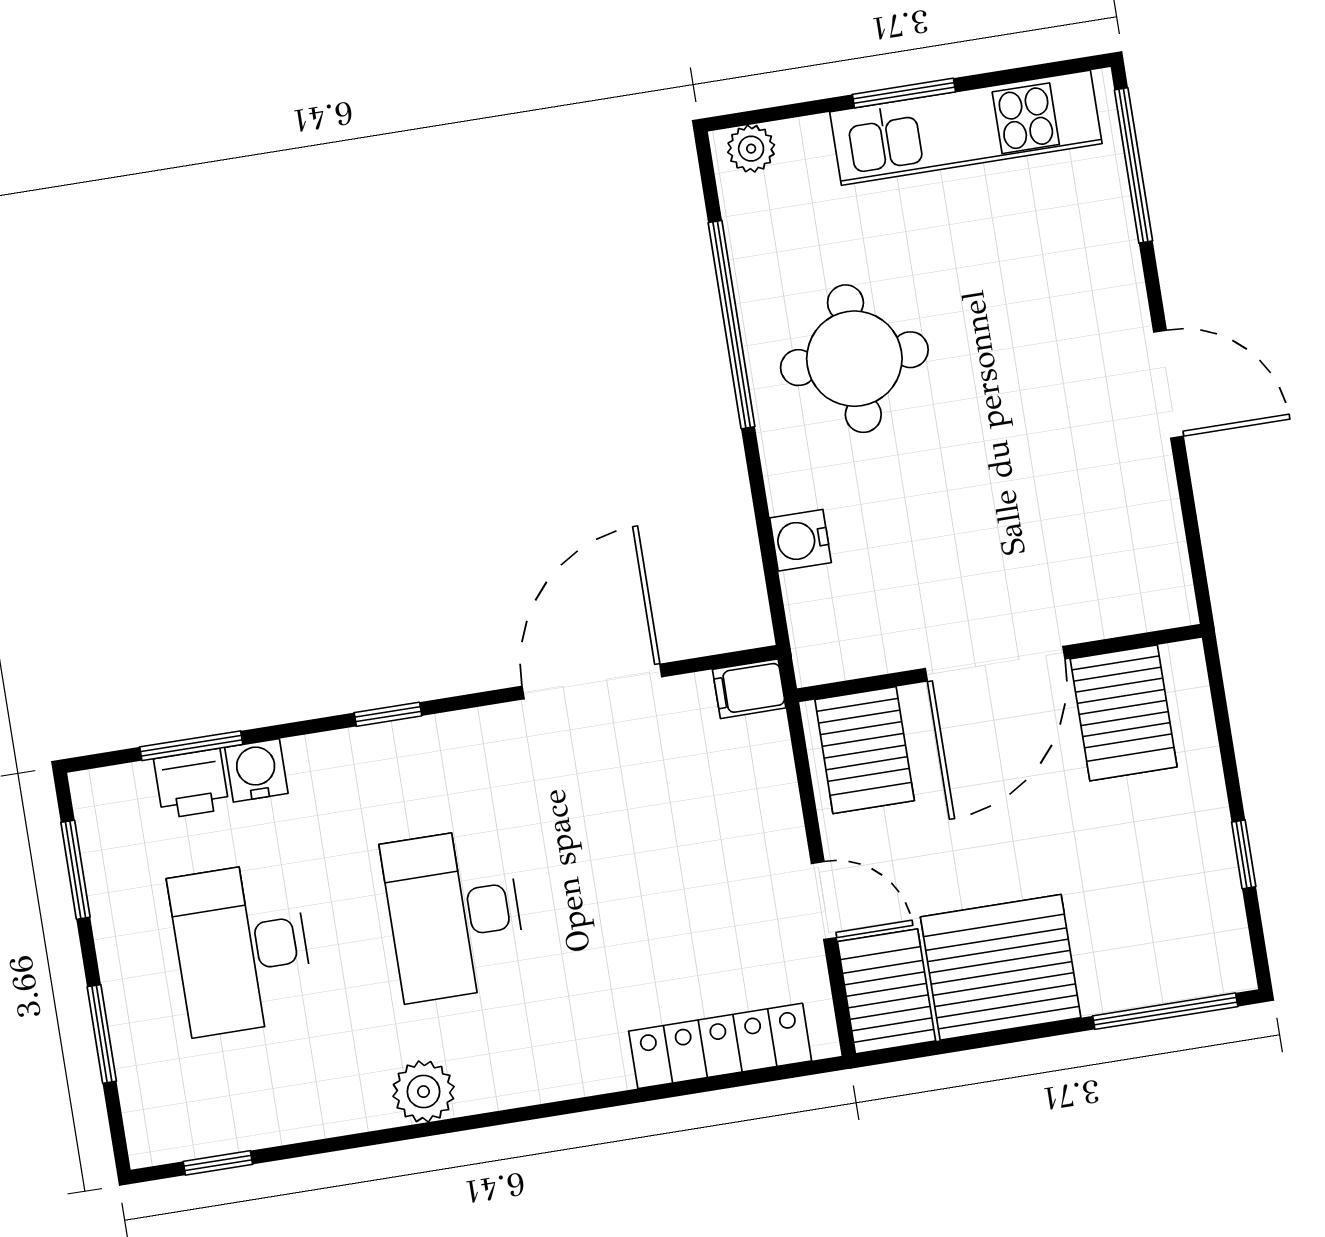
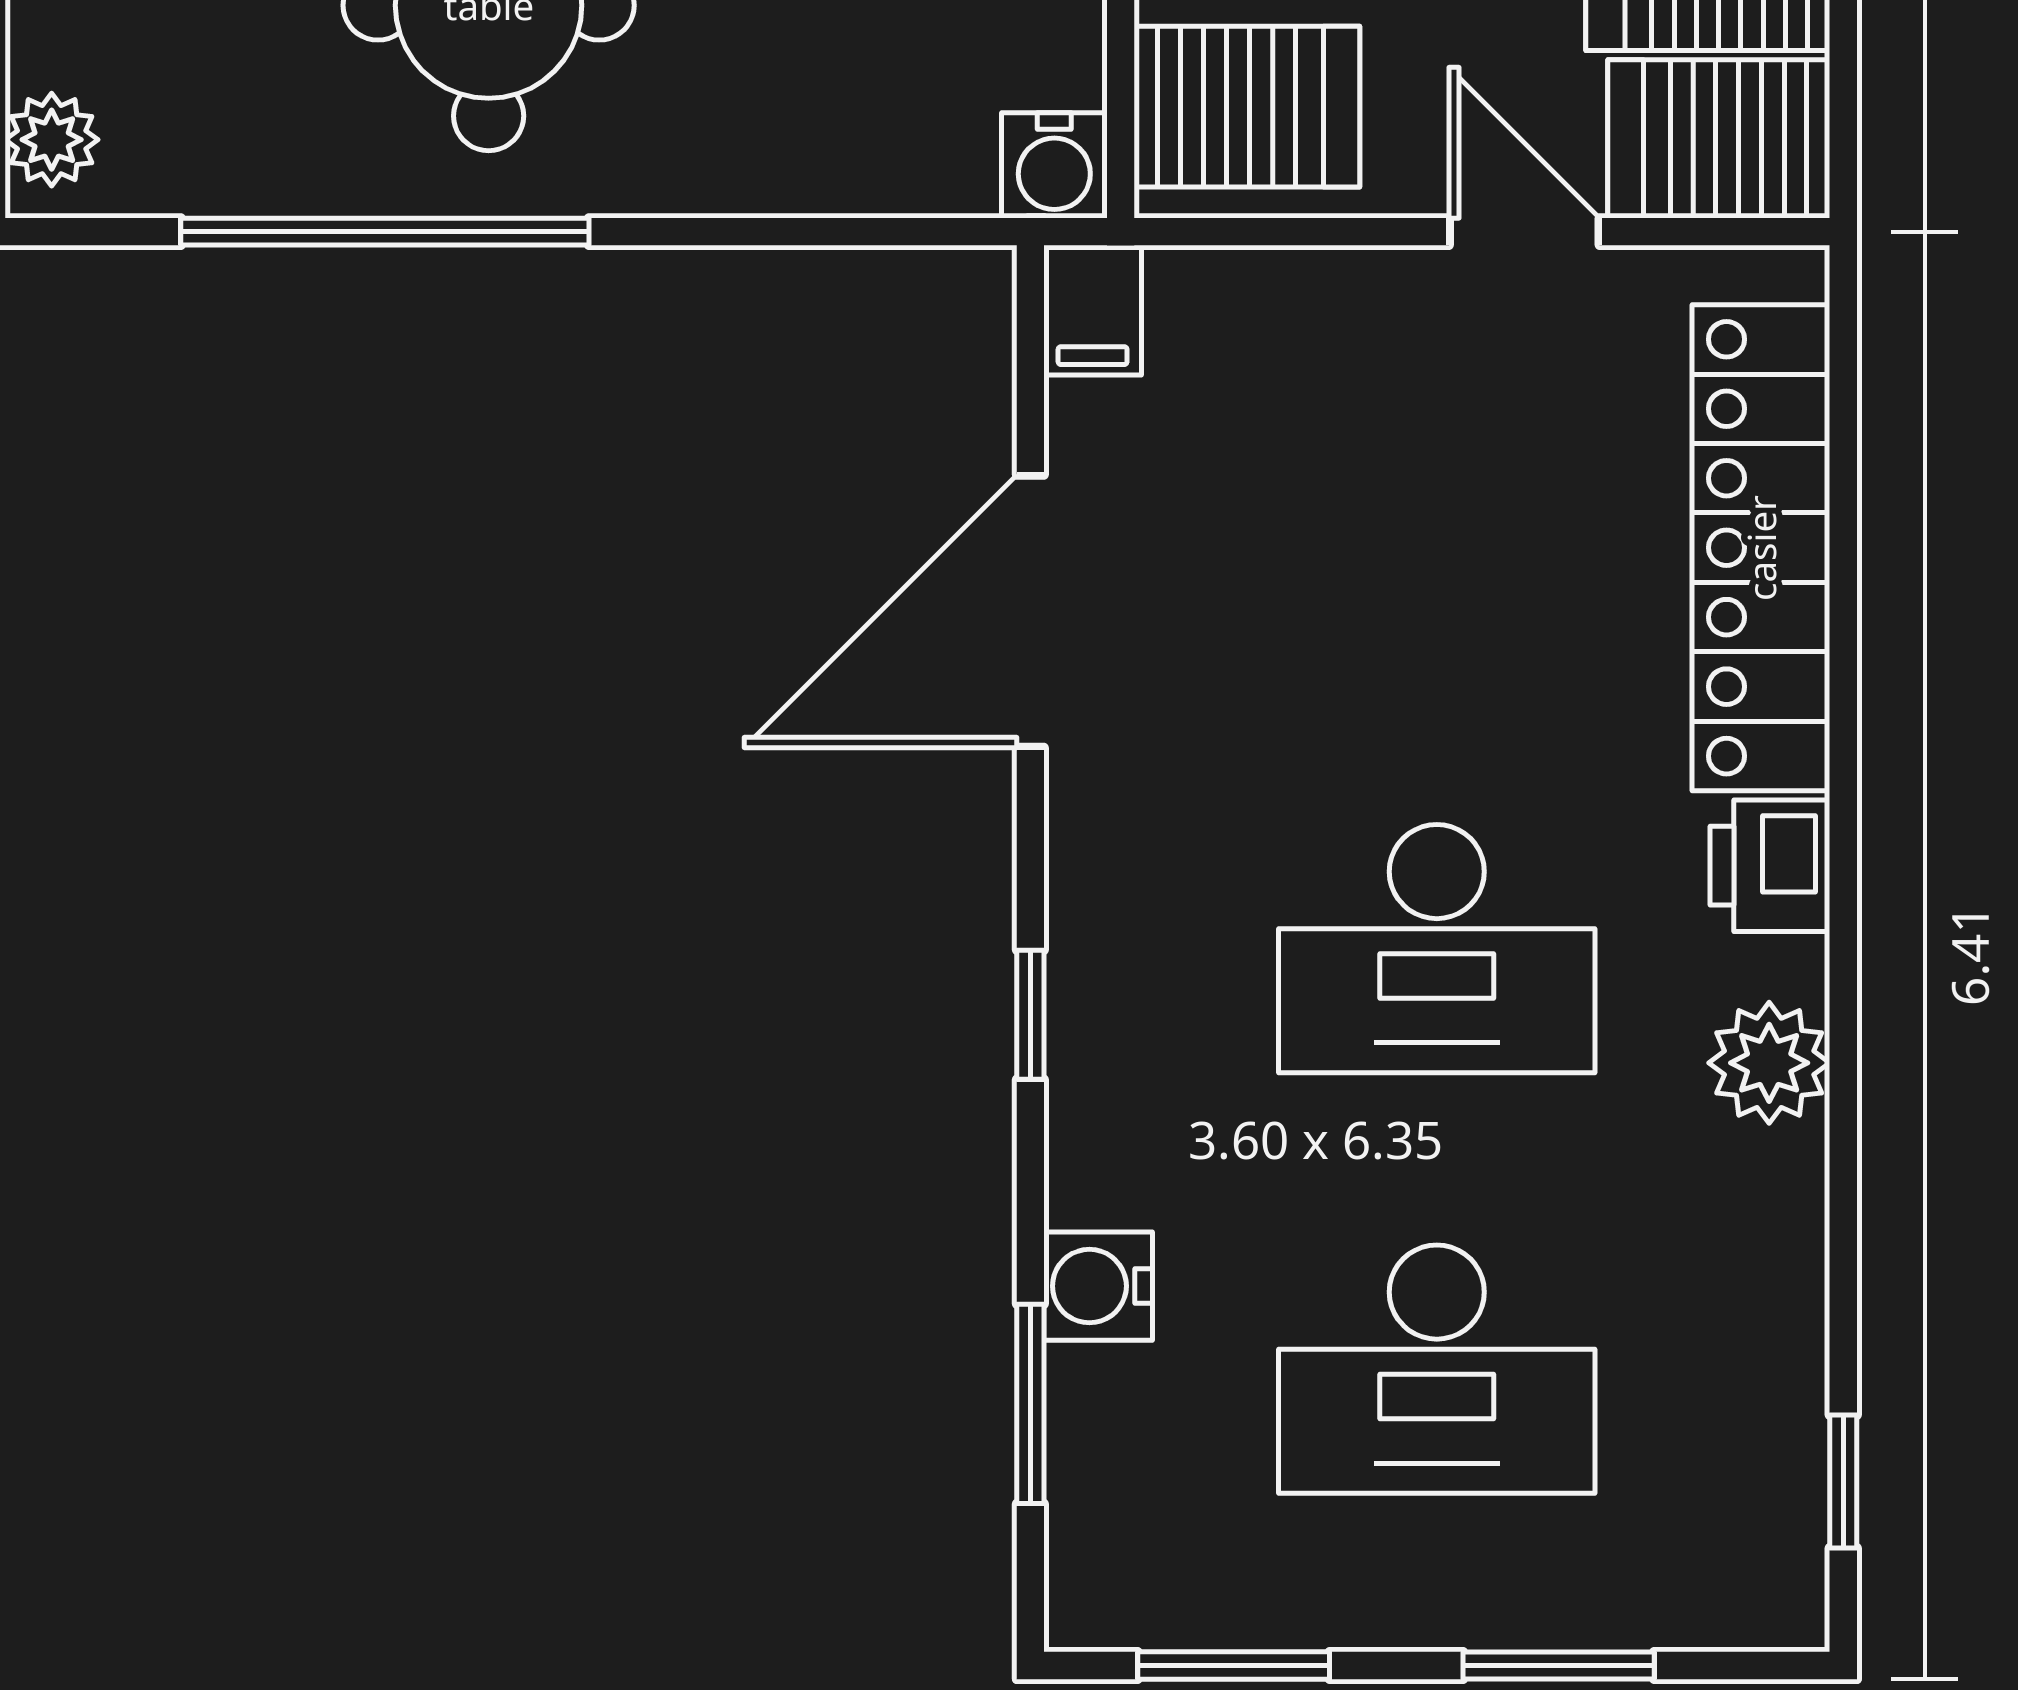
water cooler: (800, 540) -> (1054, 165), moved
door: (592, 682) -> (1030, 611), hinge flipped
printer: (192, 784) -> (1770, 866), moved, turned 180
door: (824, 901) -> (1524, 232), hinge flipped
locker: (720, 1046) -> (1761, 548), width x1.41, depth x1.21

